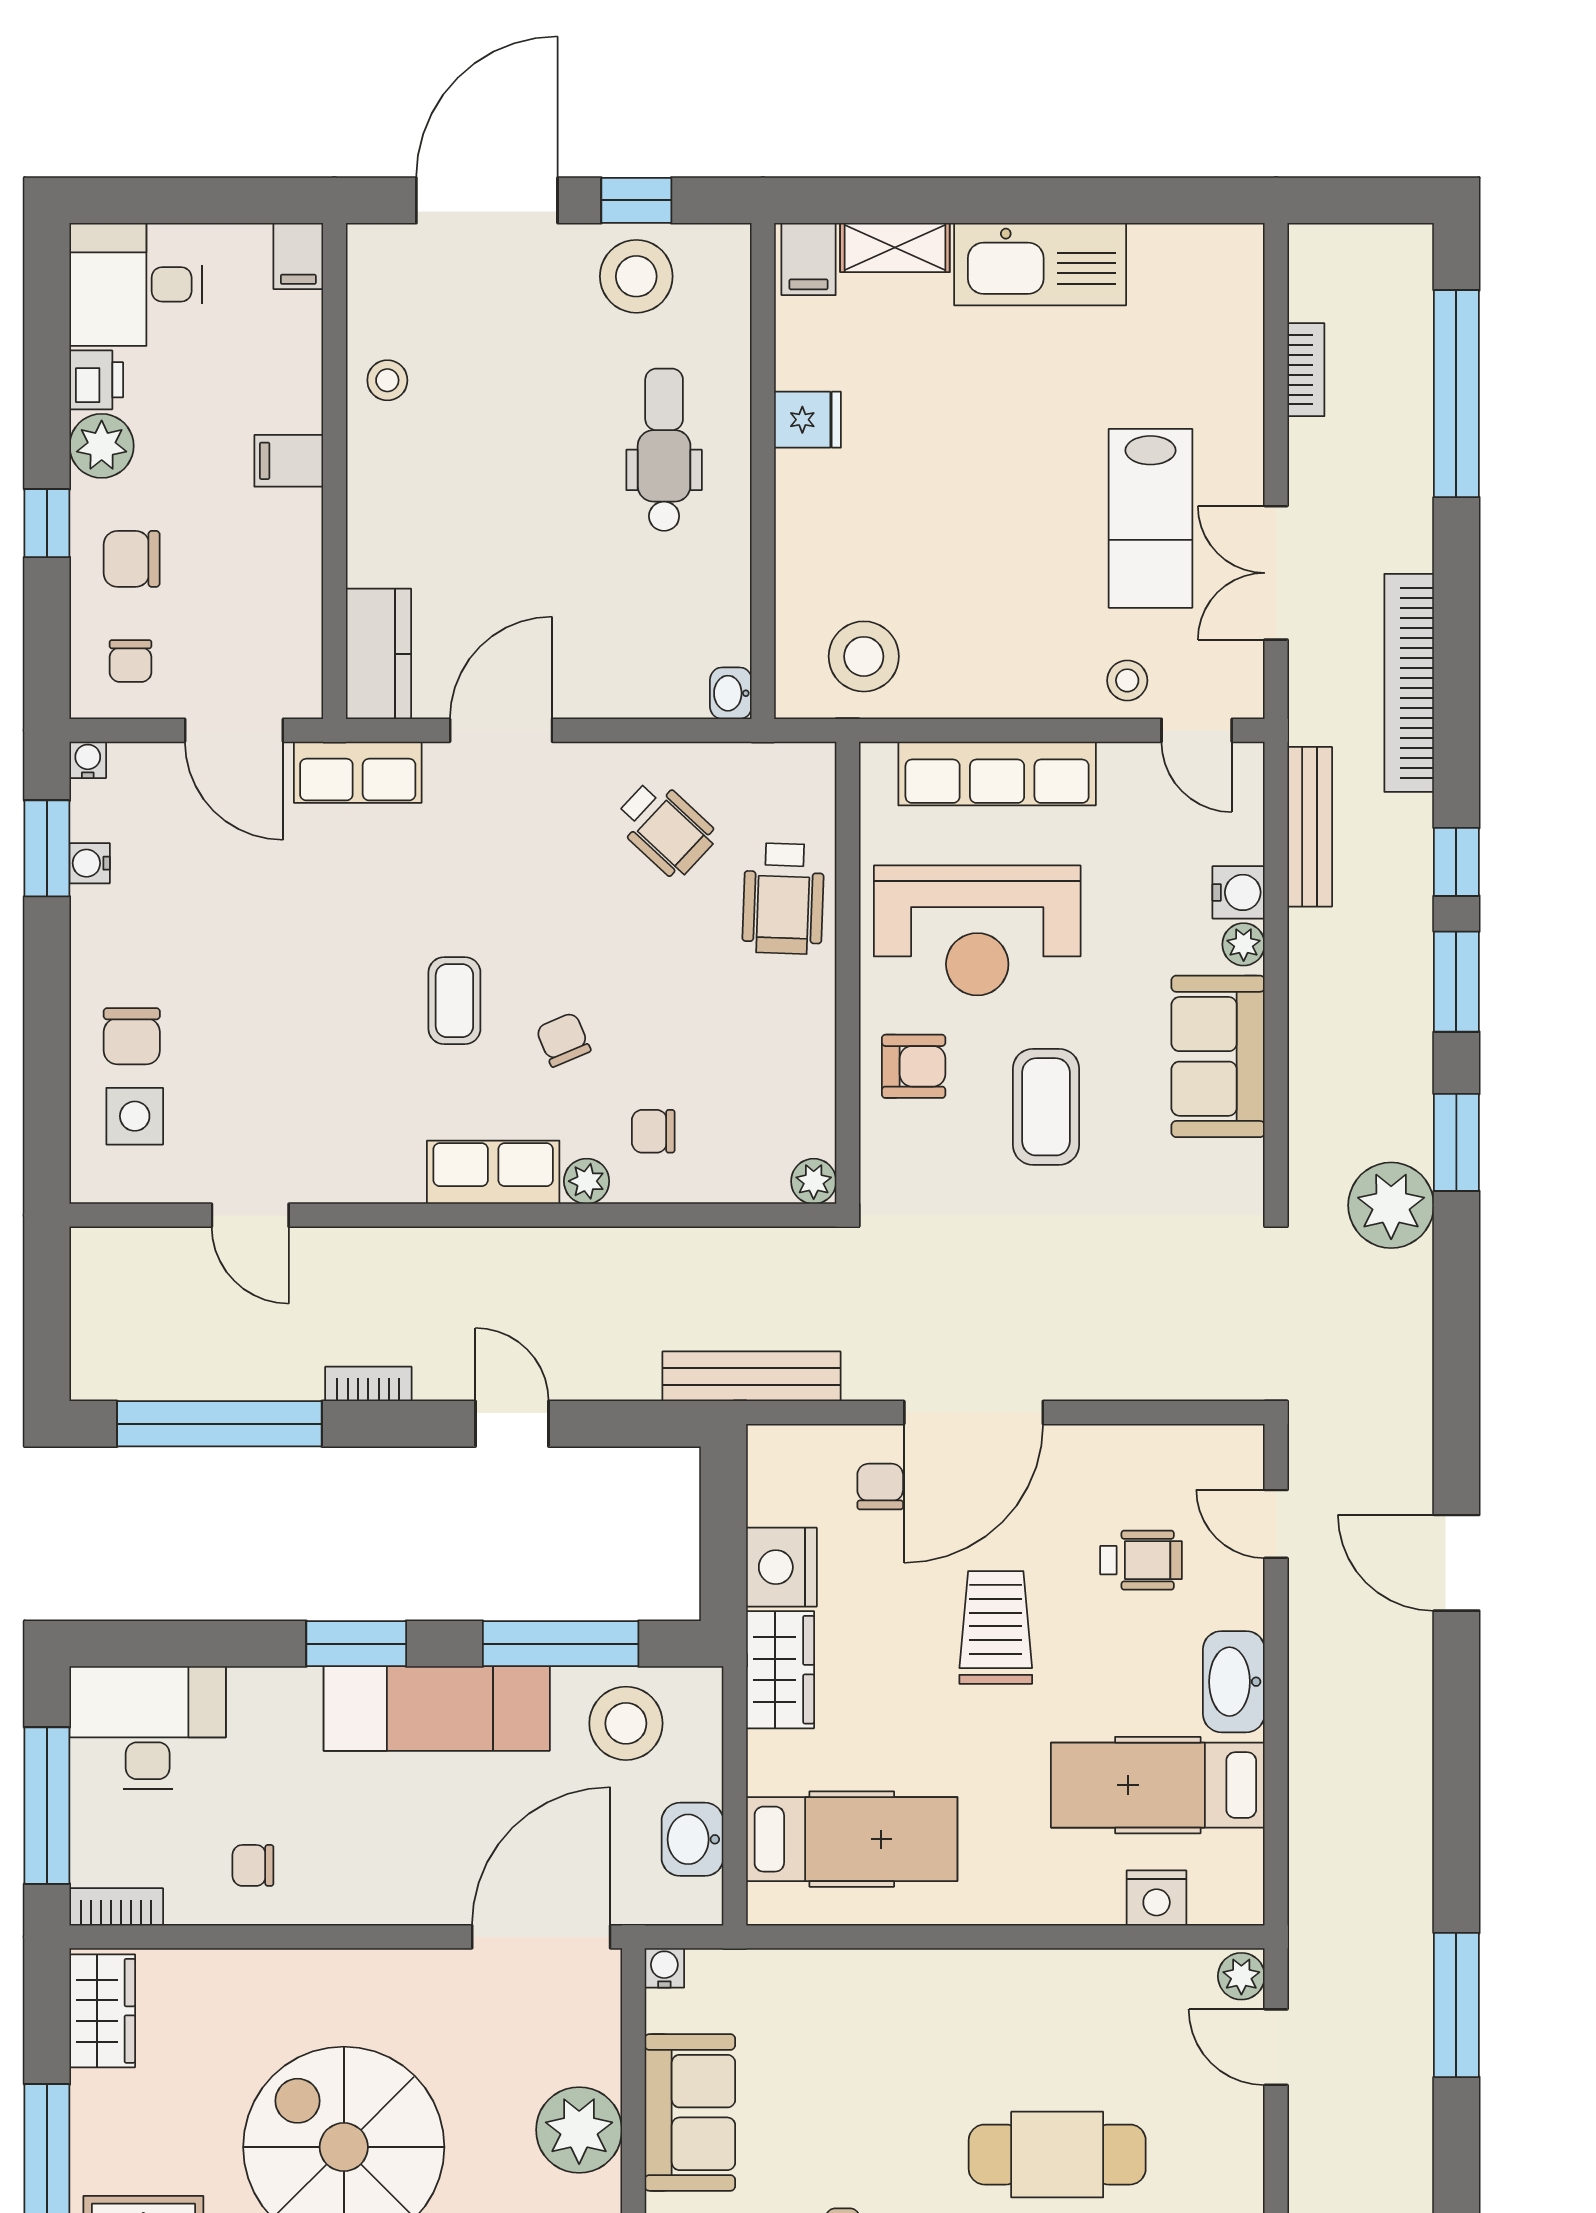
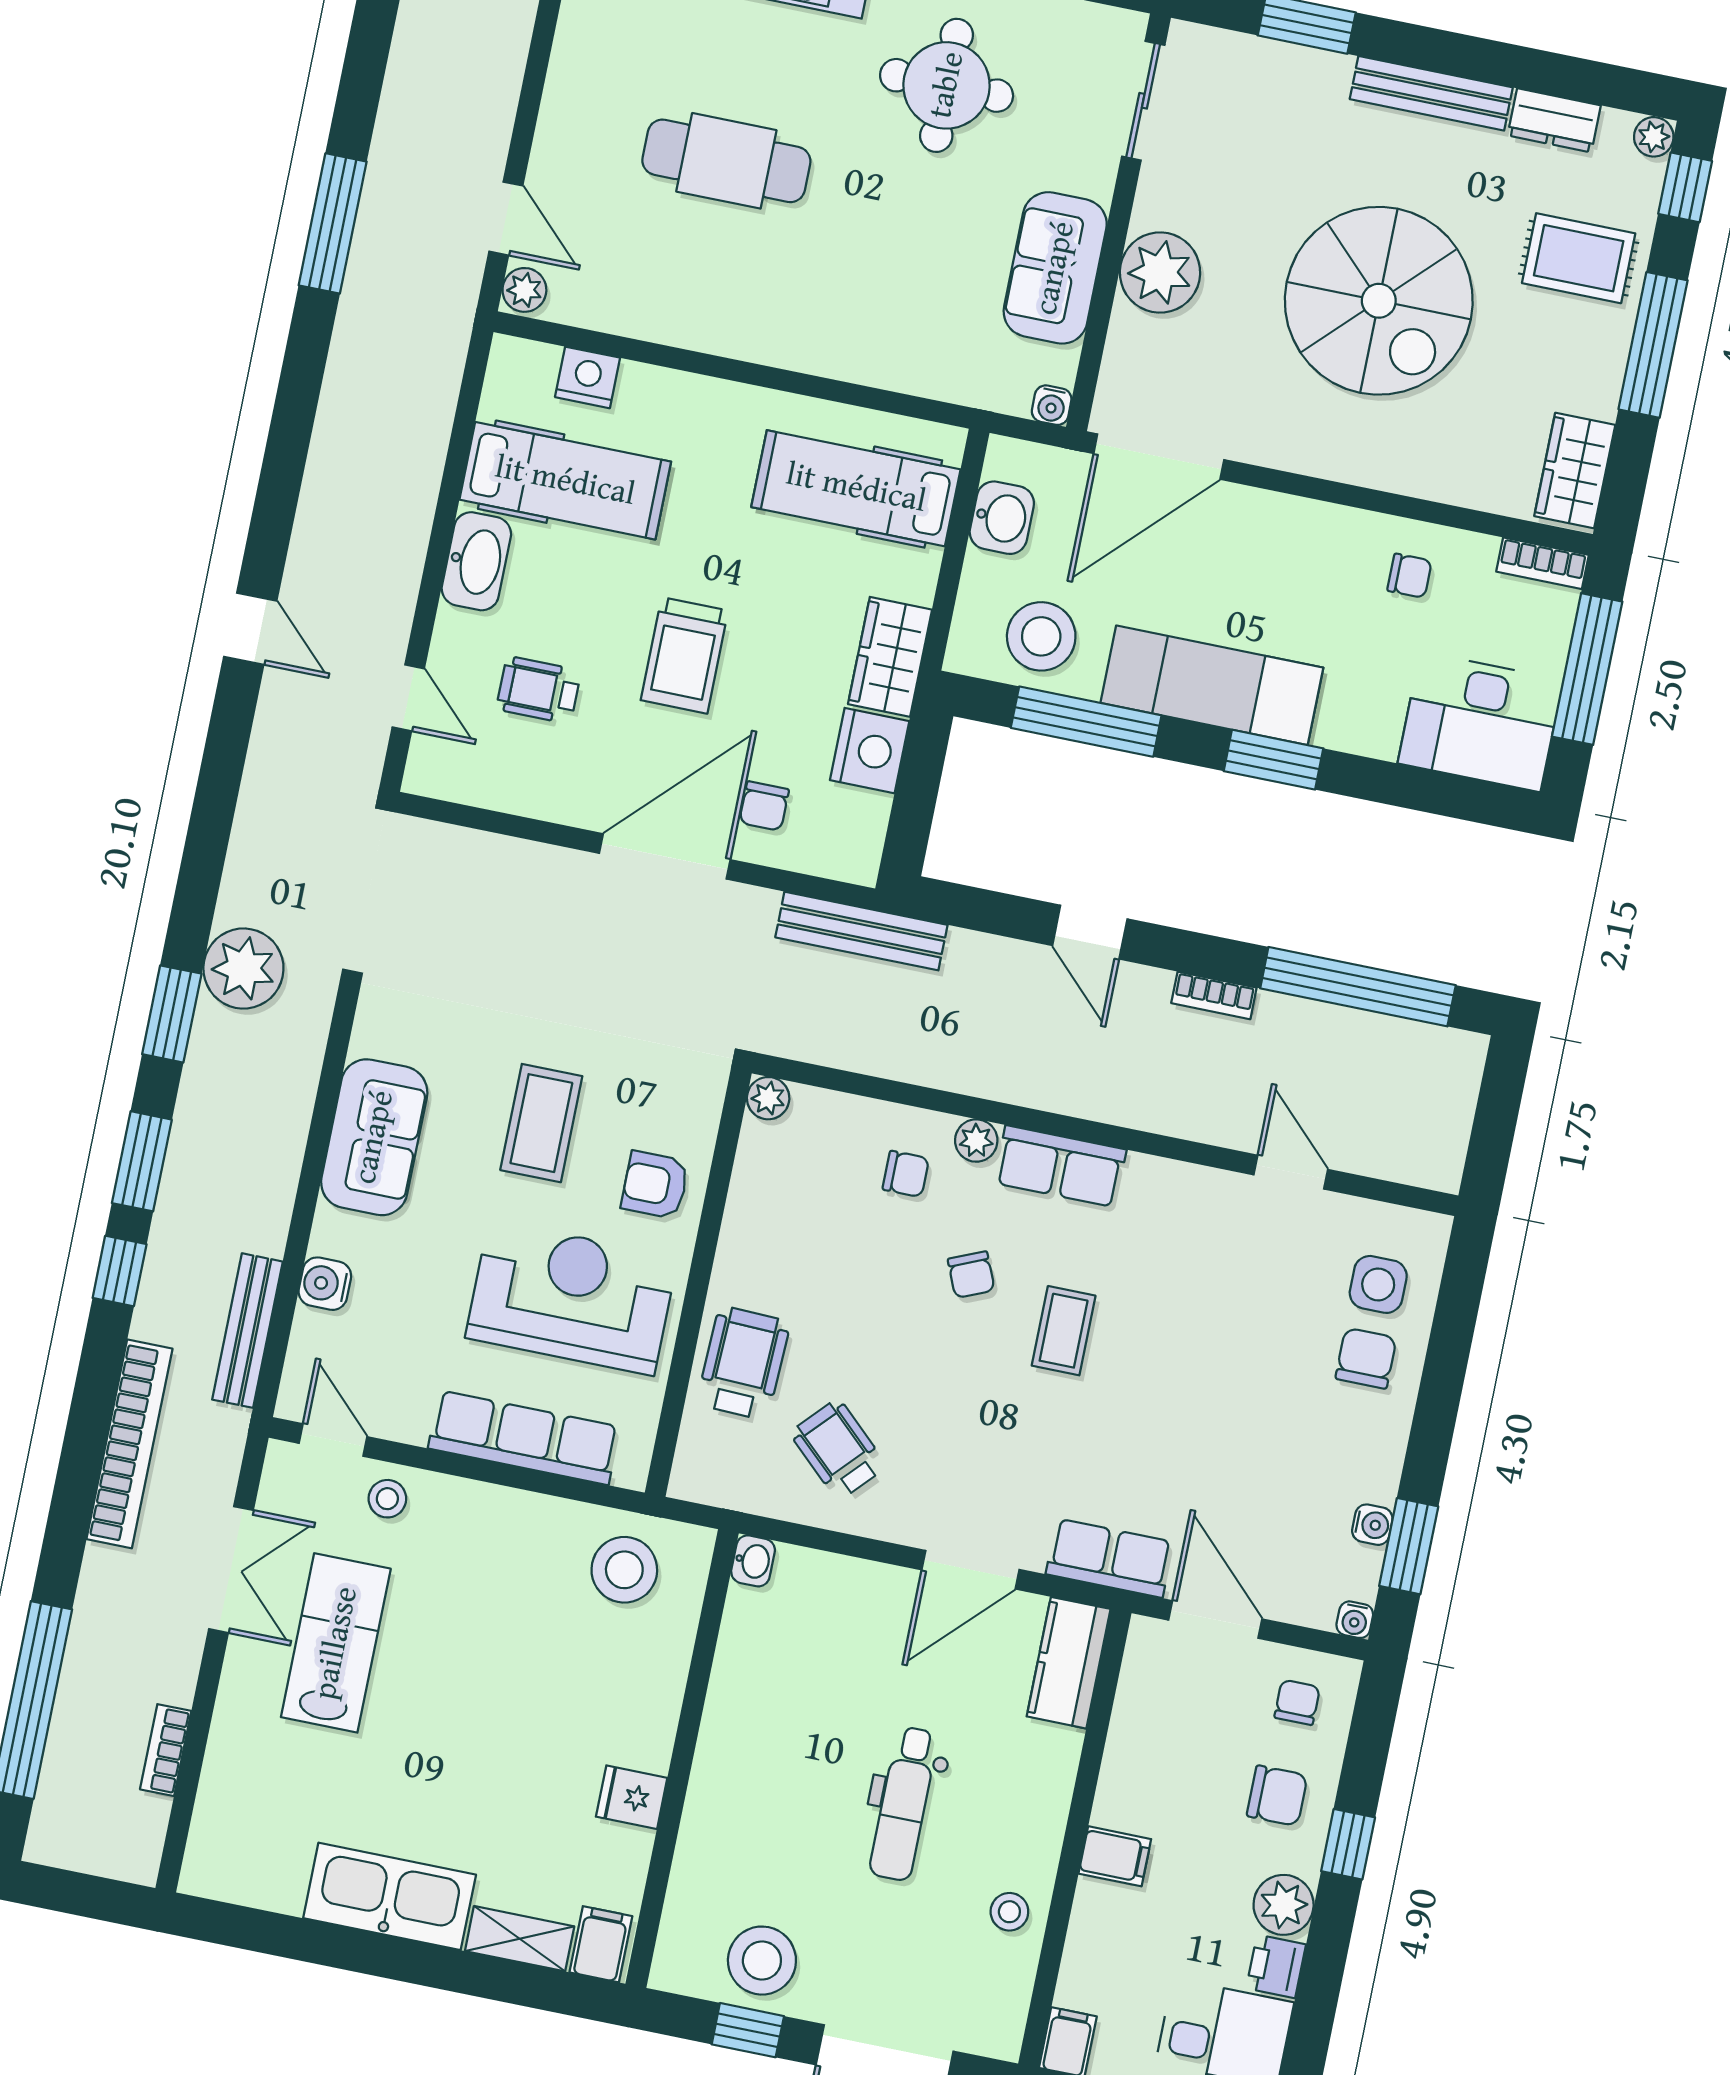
dental chair: (664, 450) -> (904, 1804), moved
plant: (1244, 944) -> (330, 1235), removed
door: (1456, 1563) -> (250, 629), width x0.73

